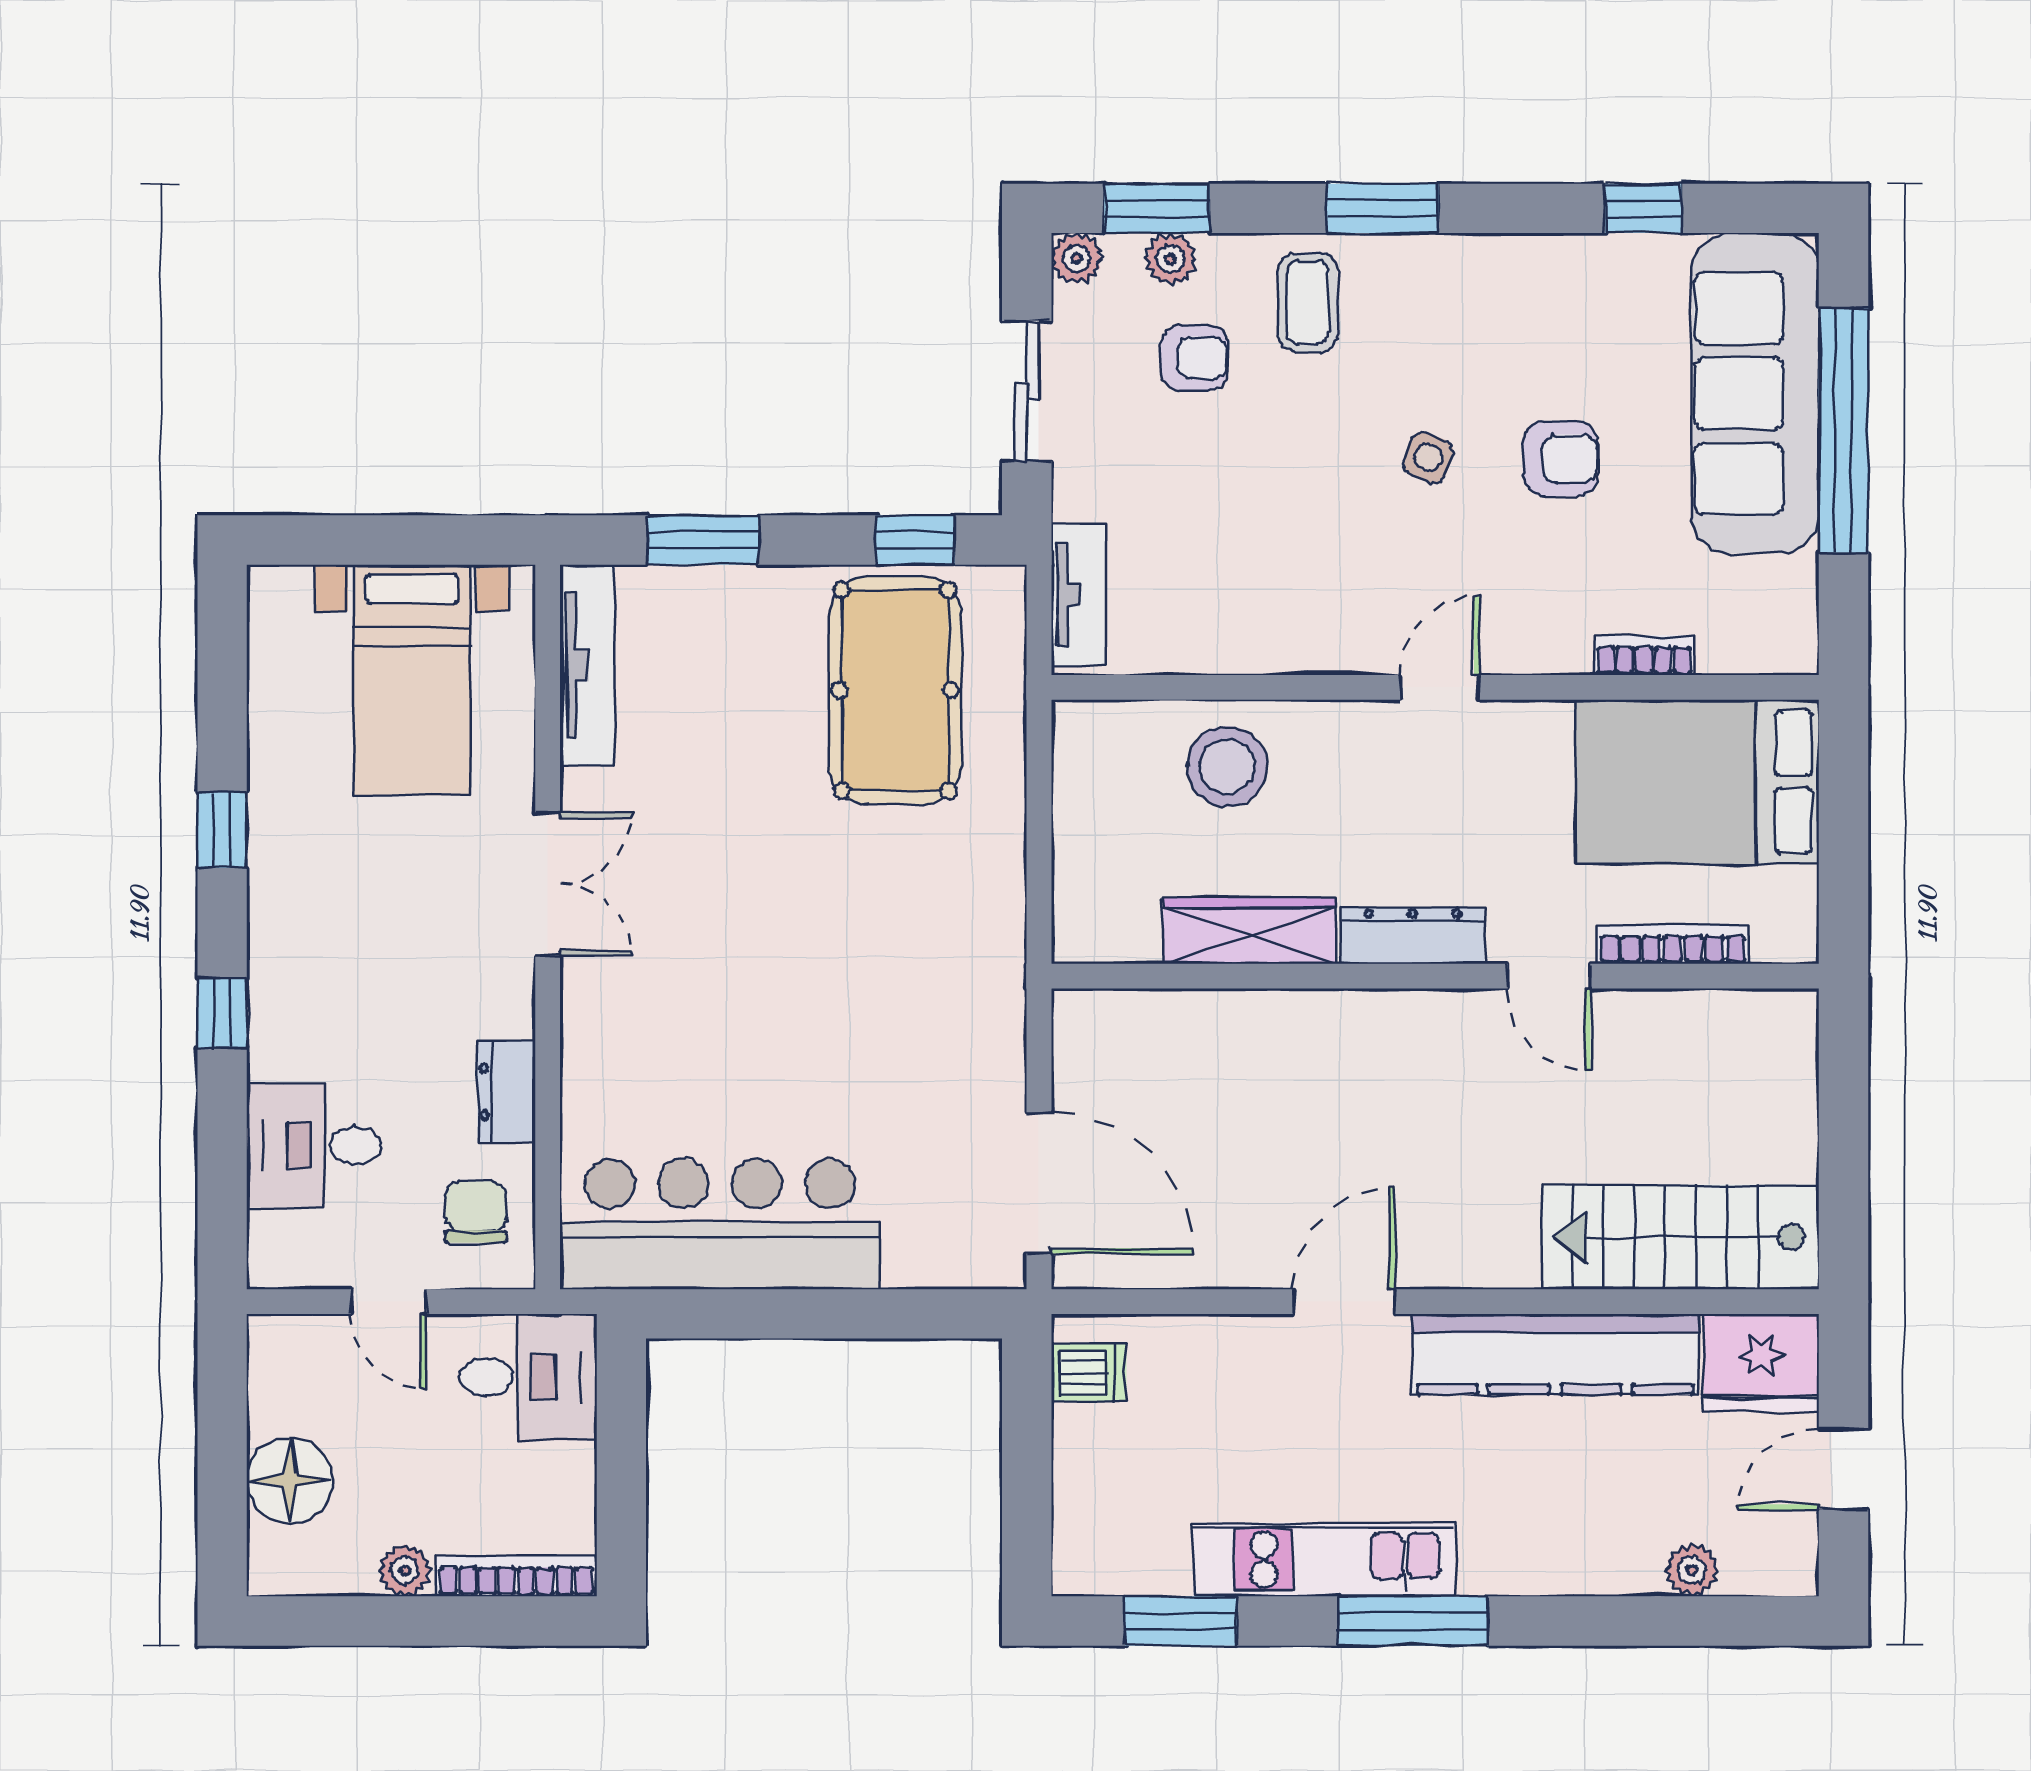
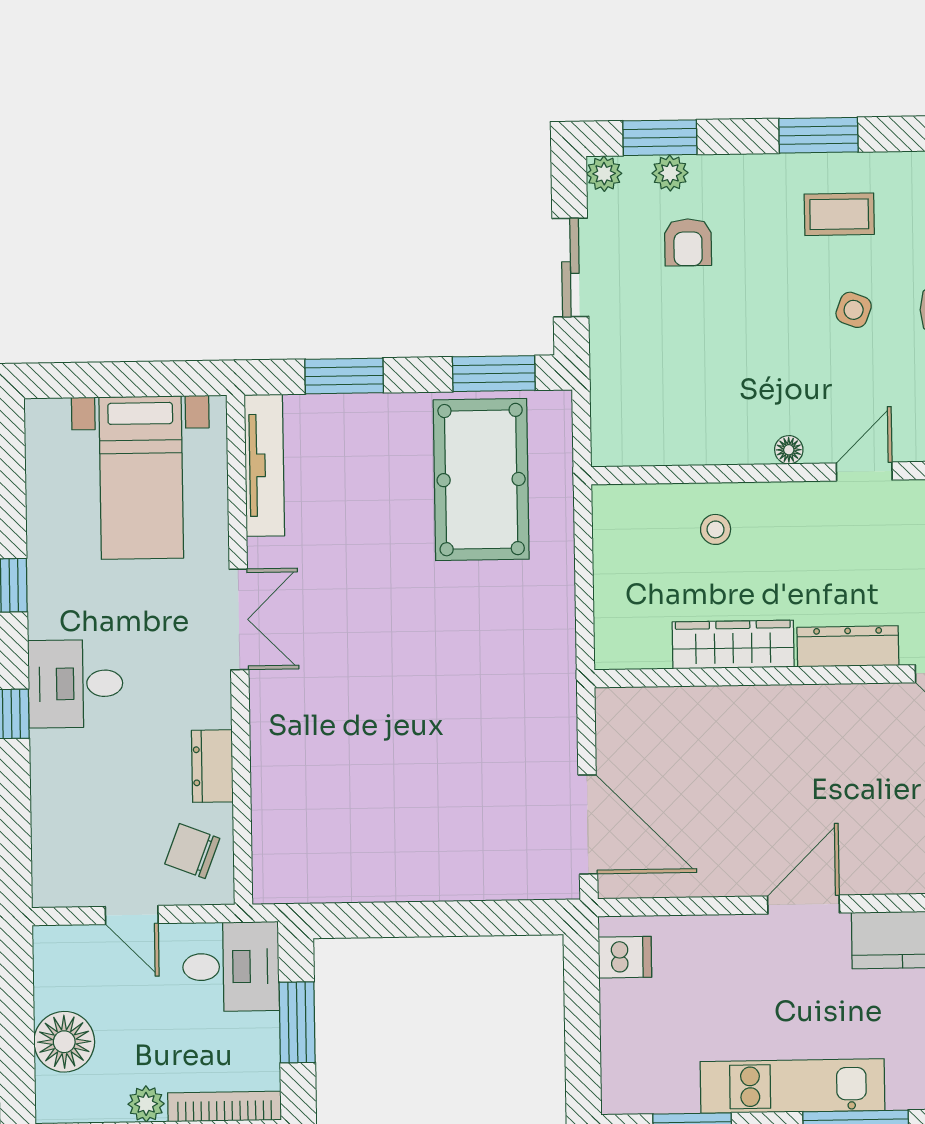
coffee table: (1308, 302) -> (839, 214), moved, turned 90
armchair: (1194, 358) -> (688, 242), turned 90
window: (915, 540) -> (494, 374), width x1.50
tv unit: (1078, 595) -> (609, 410), removed
floor lamp: (1333, 655) -> (789, 450), added
stool: (1227, 767) -> (716, 529), width x0.53, depth x0.53
desk: (314, 1145) -> (75, 684), moved
chair: (476, 1212) -> (192, 851), turned -69
bar counter: (720, 1224) -> (364, 857), removed
window: (621, 1458) -> (297, 1022), added

